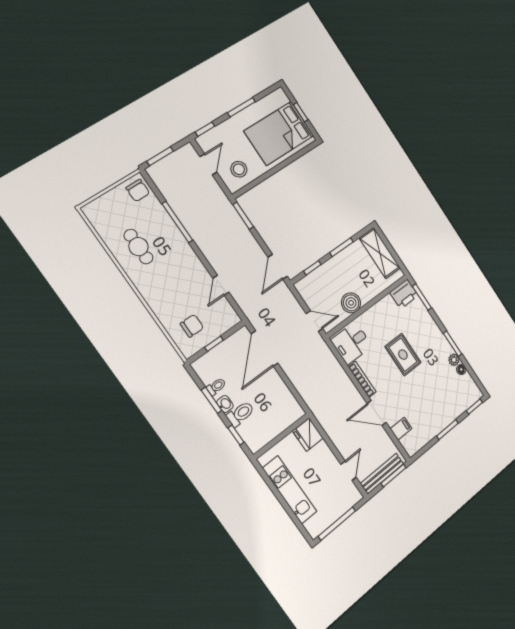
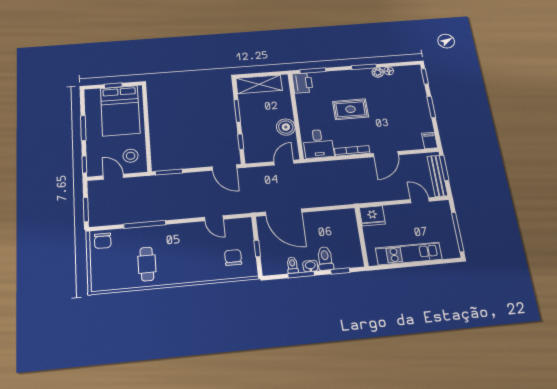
chair: (138, 190) -> (103, 241), turned 90
cafe table: (138, 247) -> (147, 264), turned 90
filing cabinet: (401, 429) -> (430, 141), moved

